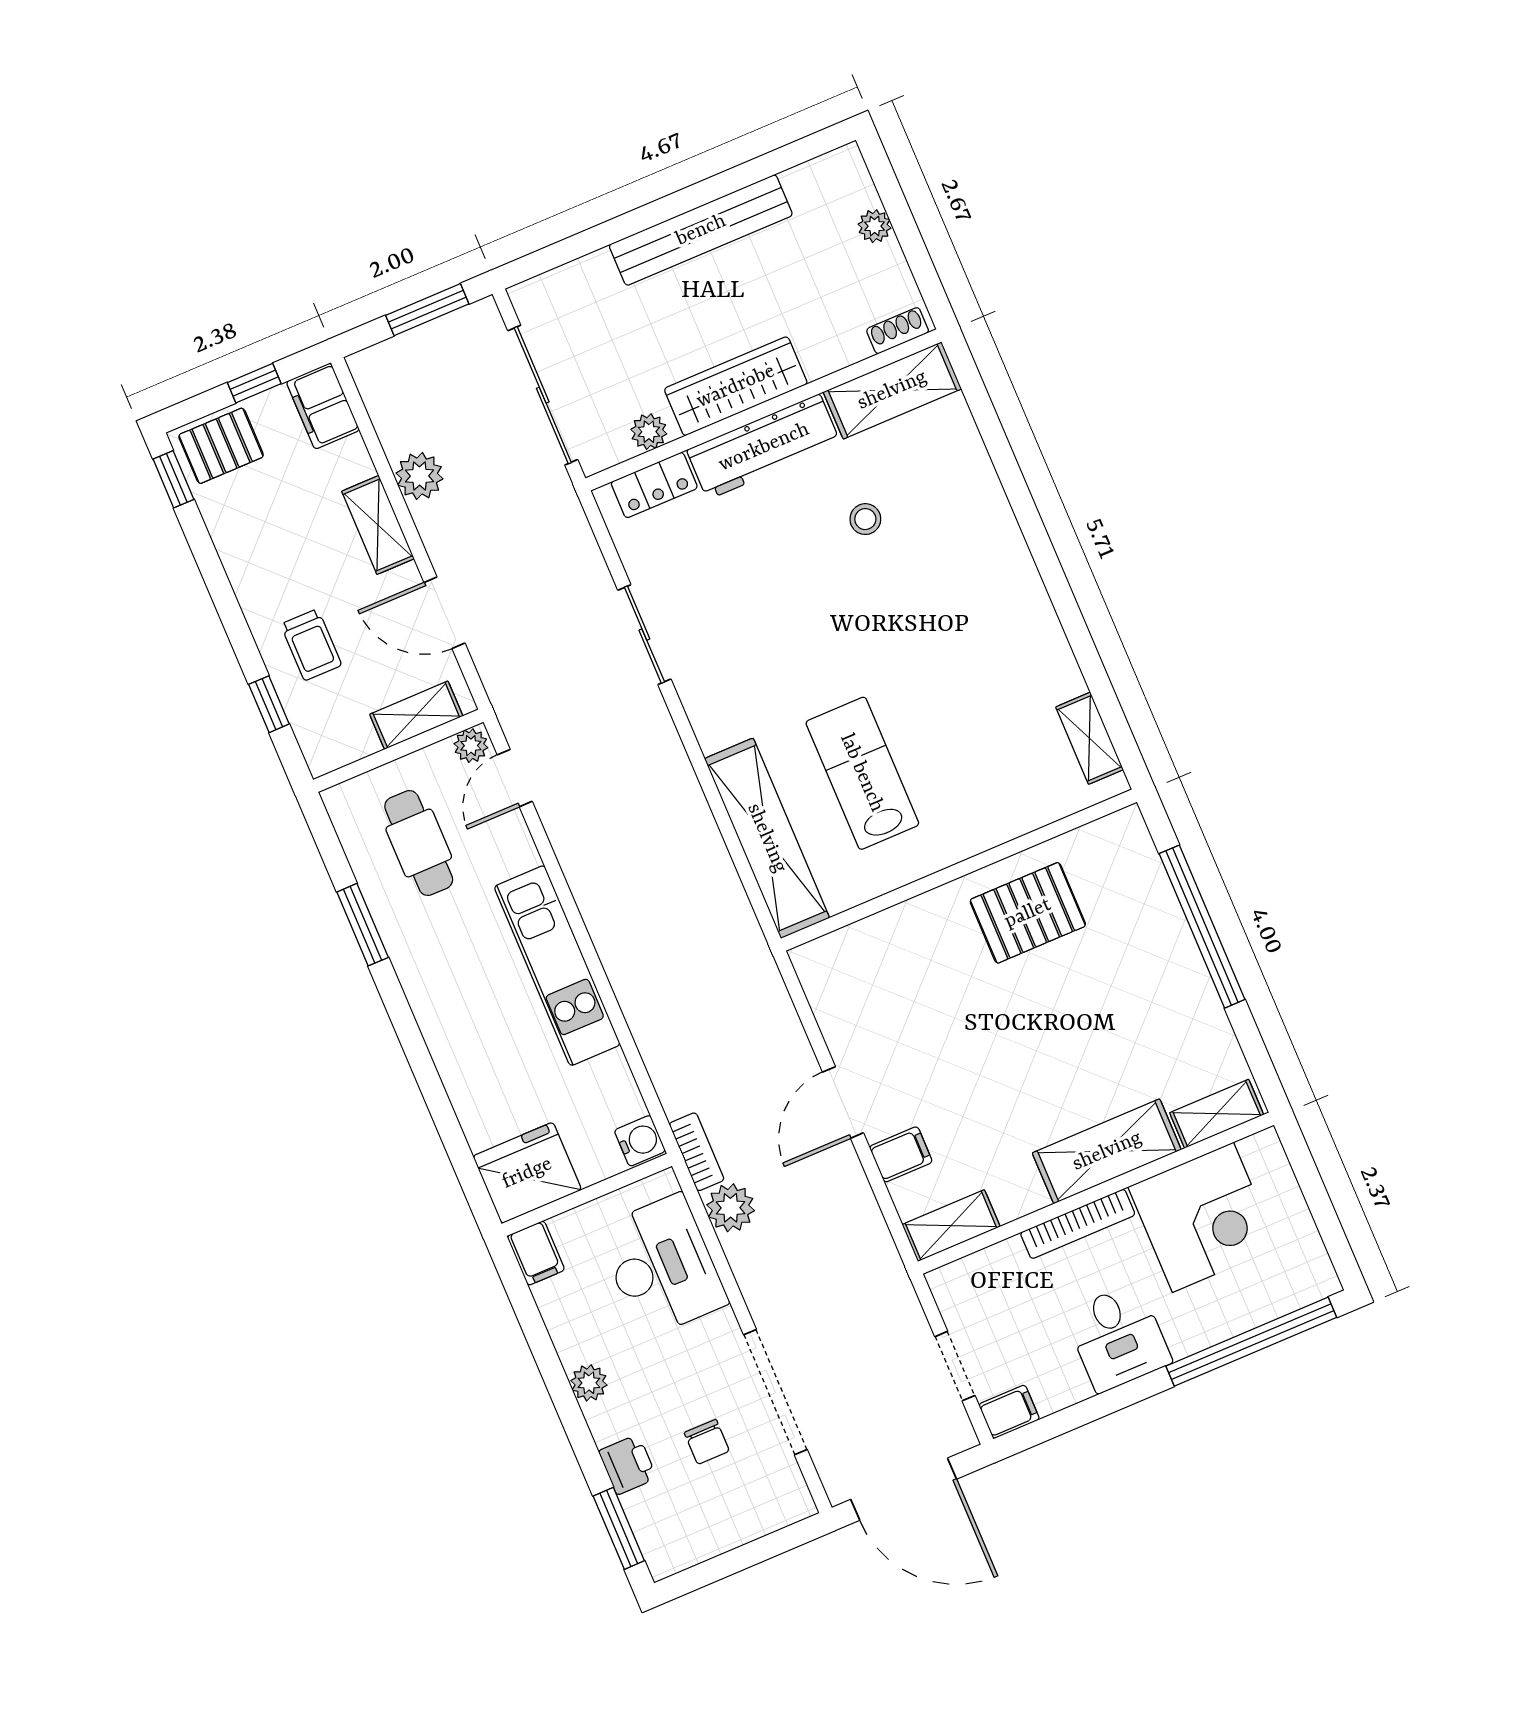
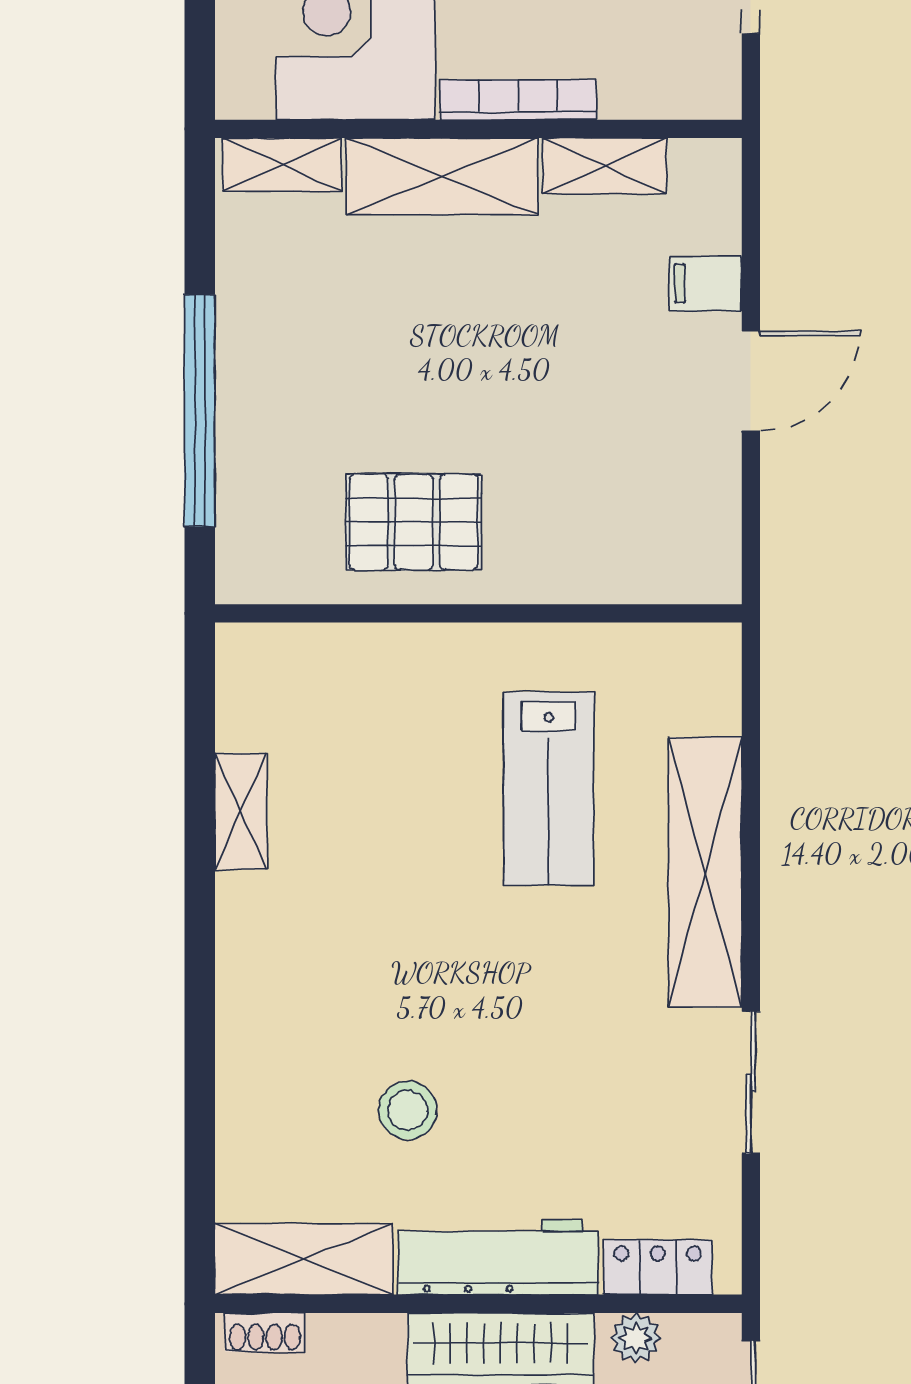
stool: (865, 519) -> (408, 1110), width x1.37, depth x1.37
shelving: (1089, 738) -> (241, 811), moved
shelving: (767, 838) -> (705, 872), moved
shelving: (951, 1226) -> (604, 166), moved

